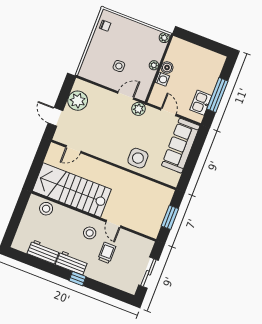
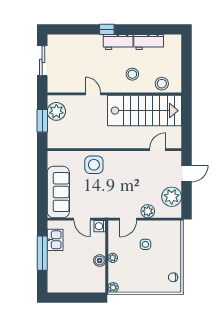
washing machine: (162, 79) -> (100, 226), moved
plant: (138, 109) -> (148, 211), moved
door: (55, 117) -> (186, 173), hinge flipped
plant: (154, 221) -> (56, 111), added
stool: (90, 233) -> (132, 74), moved
trolley: (107, 253) -> (89, 64), removed

